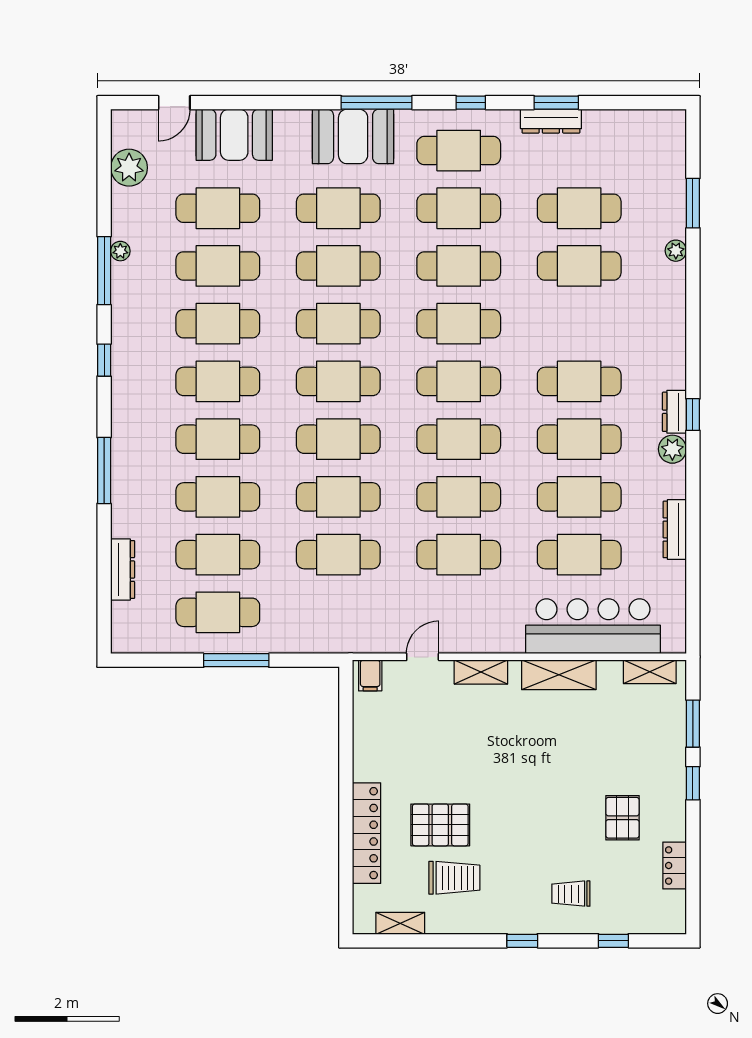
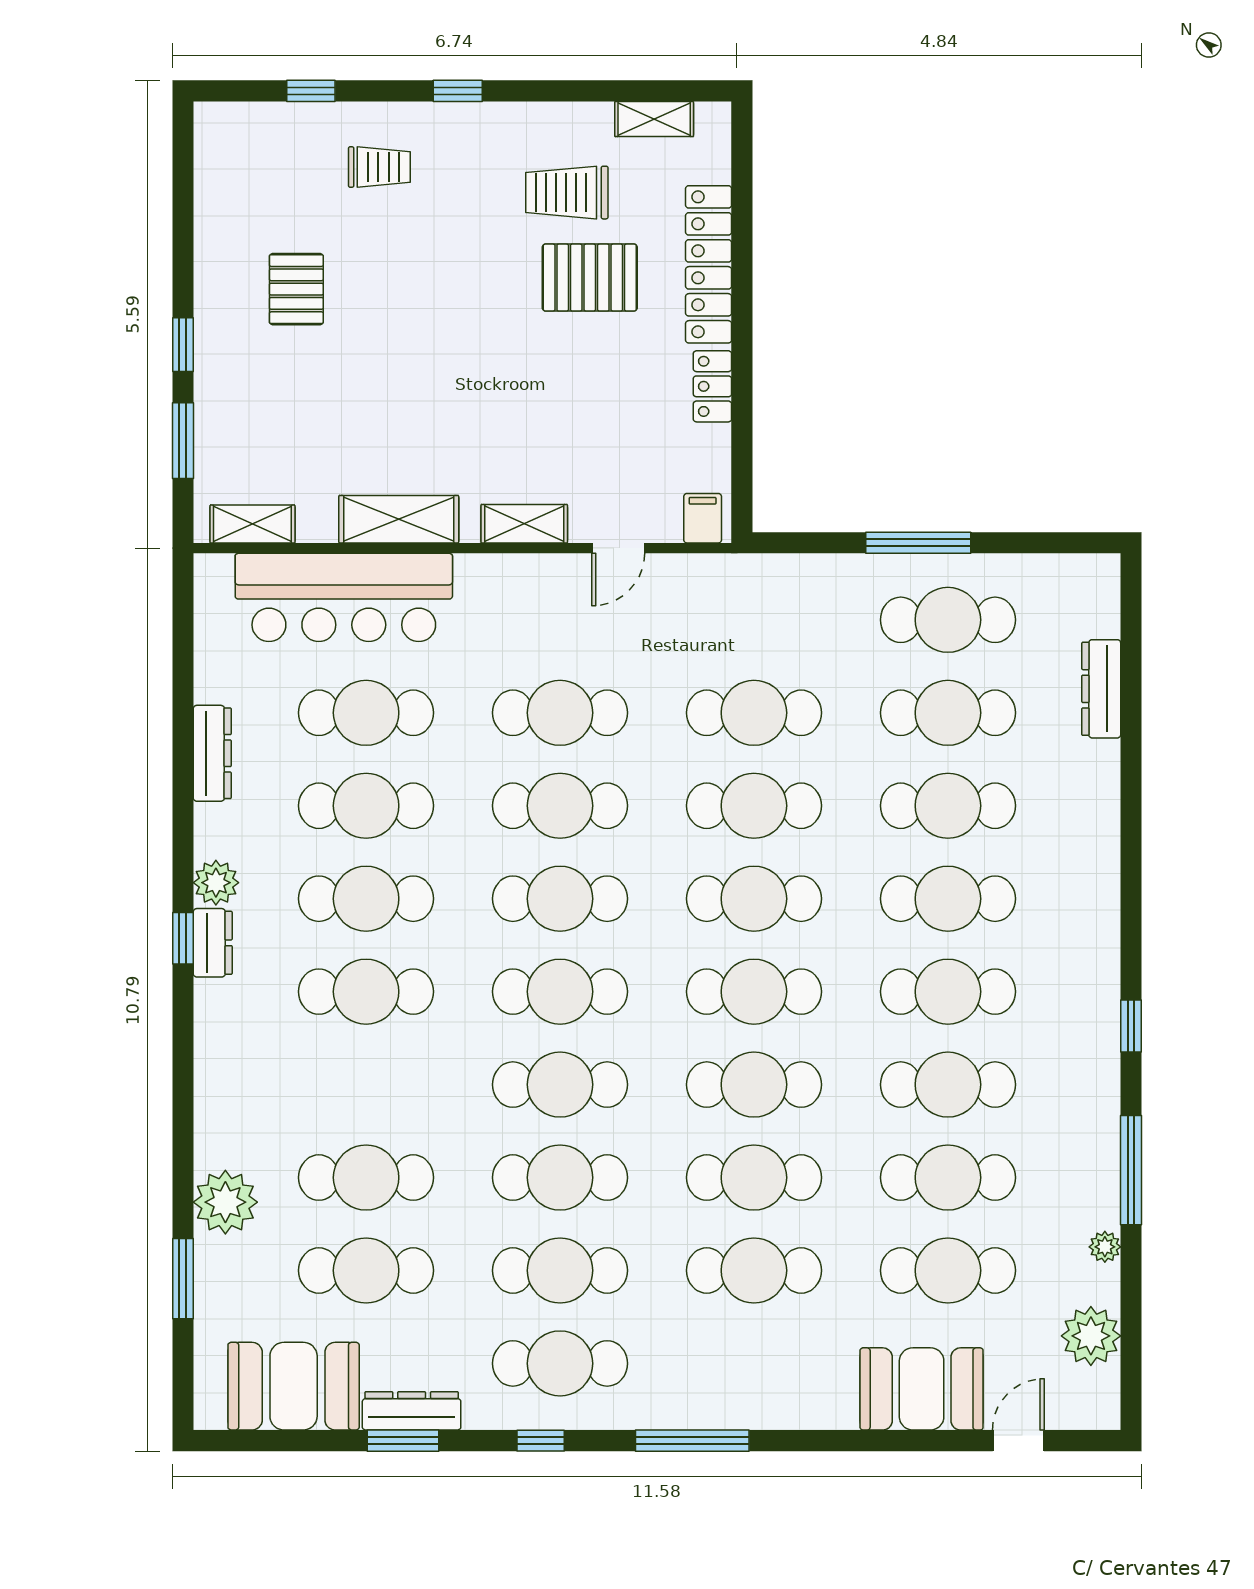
booth: (353, 136) -> (294, 1386), moved
plant: (120, 251) -> (1105, 1247), moved
plant: (676, 251) -> (225, 1202), width x1.87, depth x1.87
window: (104, 470) -> (1131, 848), removed
locker: (675, 865) -> (712, 386), moved, turned 180

